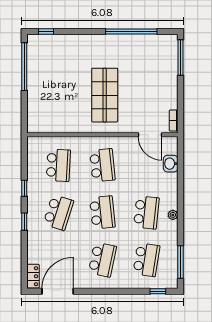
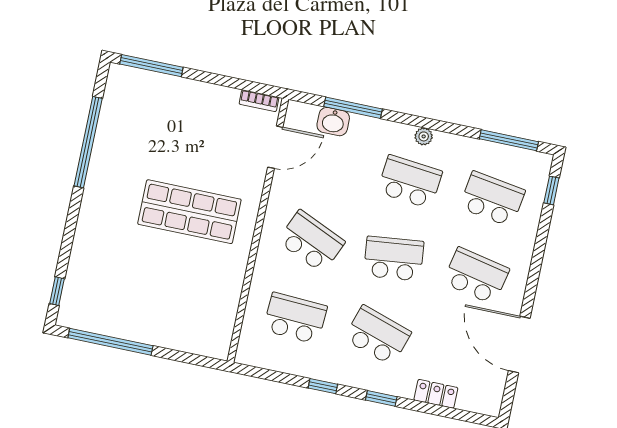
school desk: (102, 165) -> (311, 241), turned 30
window: (180, 173) -> (353, 108), added
locker: (33, 276) -> (436, 394), moved
door: (58, 291) -> (519, 344), moved

